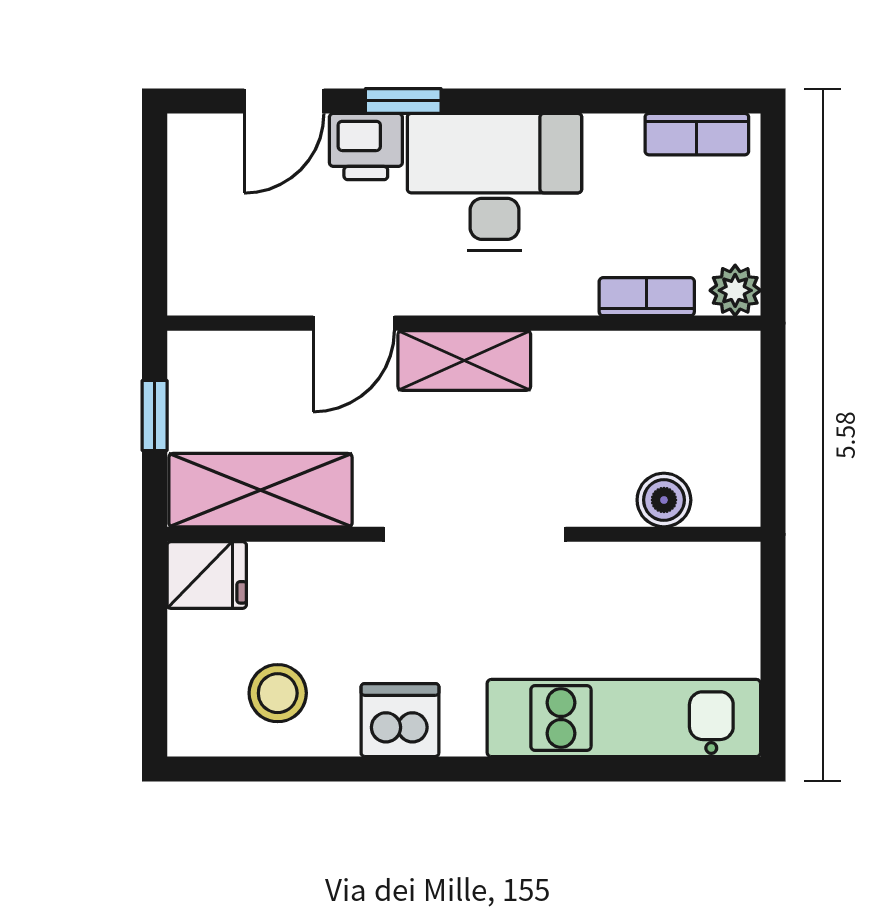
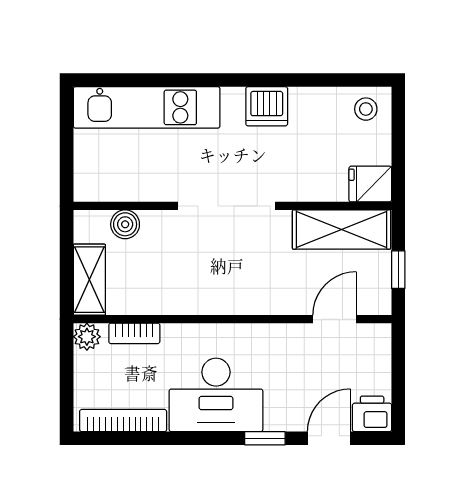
bookcase: (697, 134) -> (123, 421), width x1.56
printer: (366, 147) -> (372, 414), moved
door: (354, 323) -> (335, 319), moved
shelving: (464, 360) -> (89, 280), moved, turned 90
stool: (278, 693) -> (366, 109), moved, width x0.73, depth x0.73

